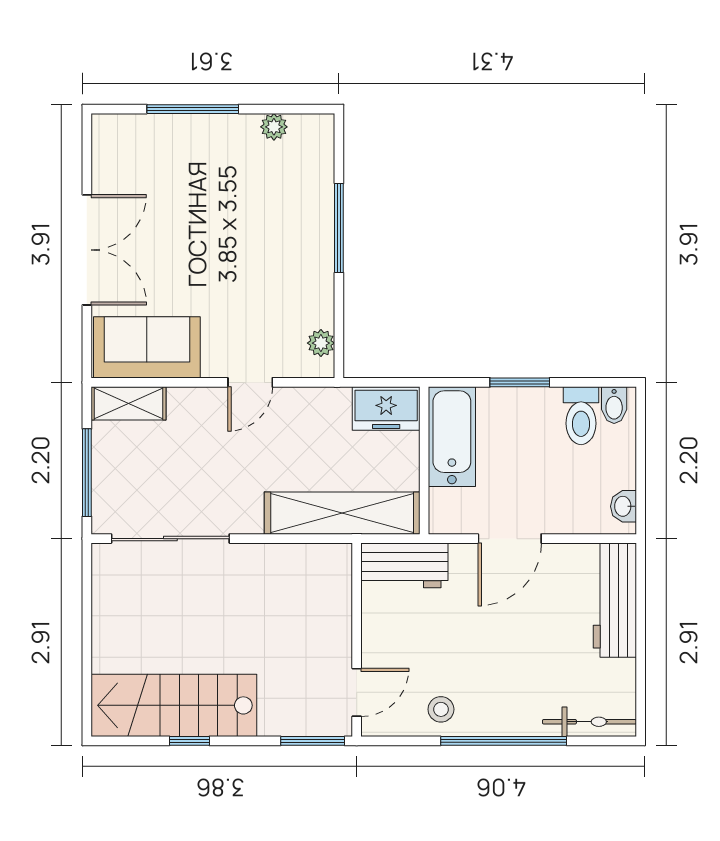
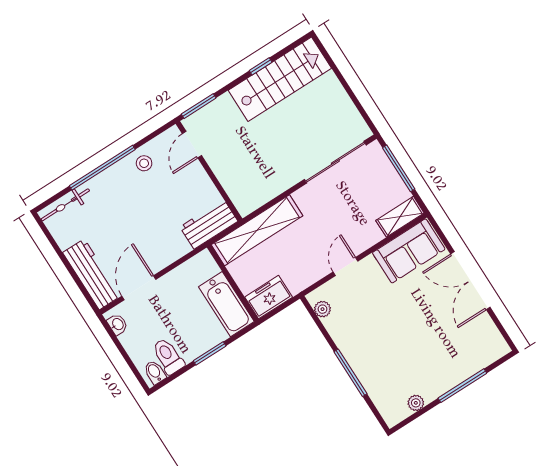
door: (510, 539) -> (139, 288), moved

